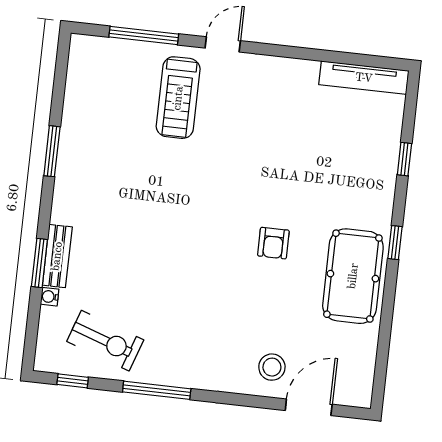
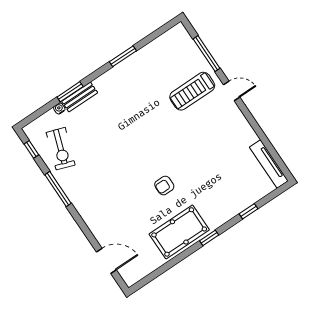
stool: (272, 367) -> (110, 230), removed

